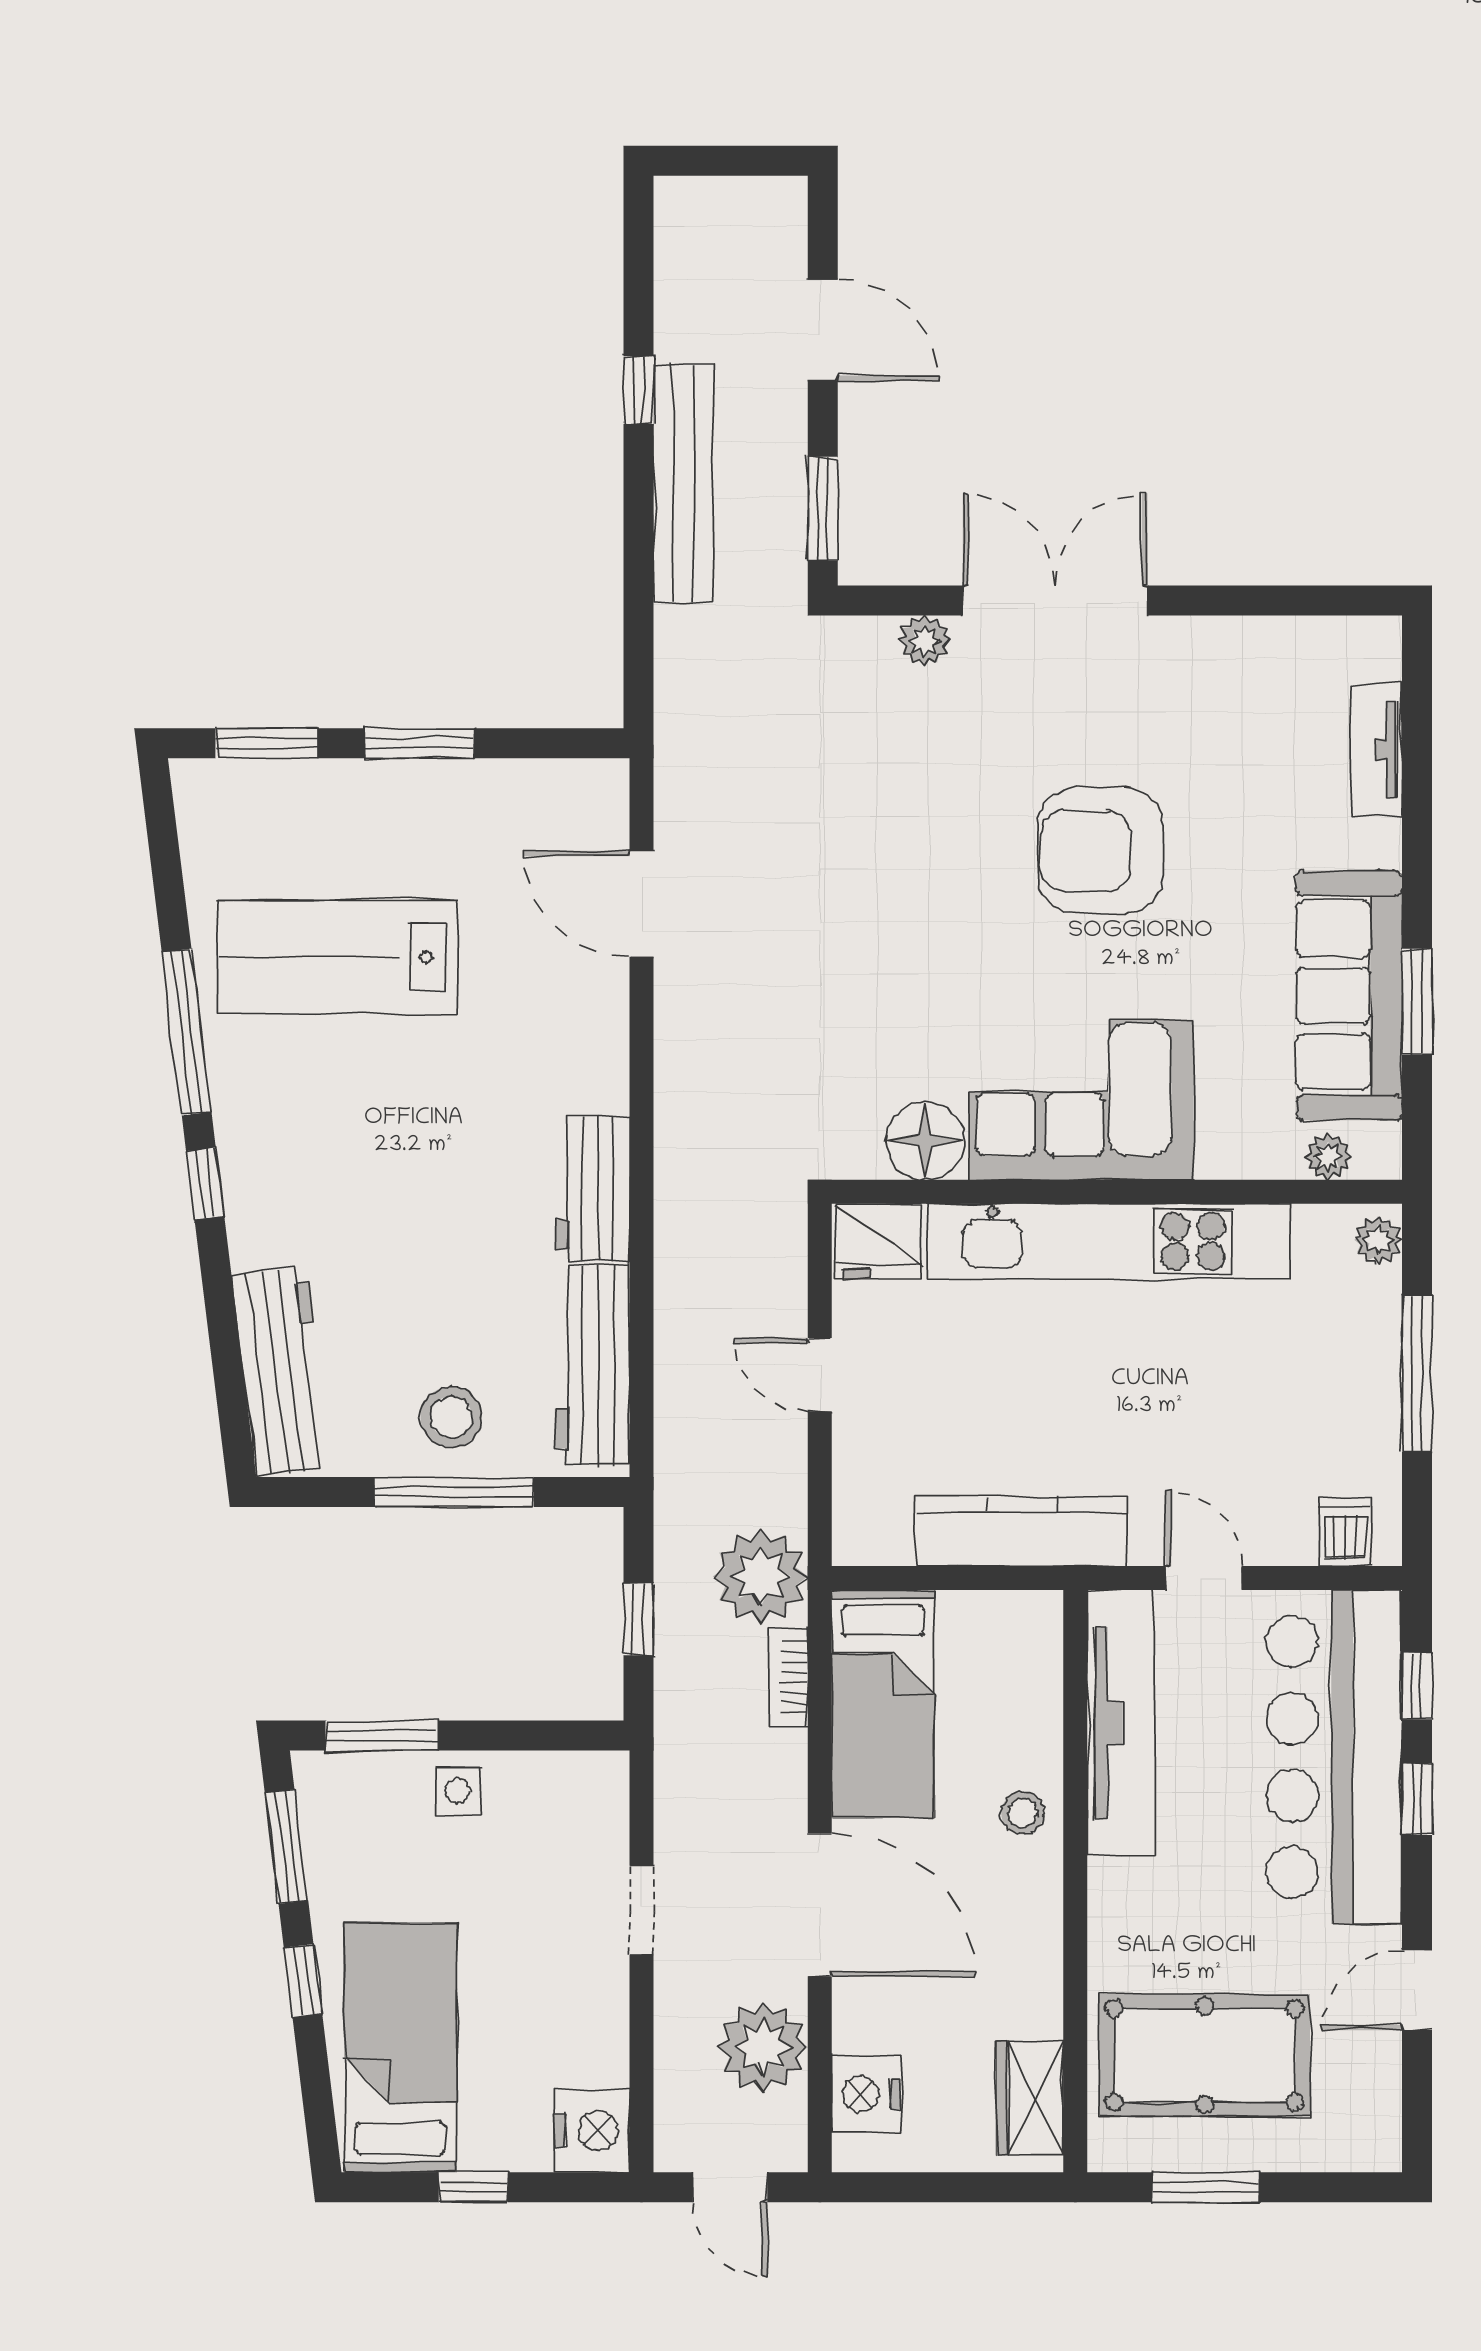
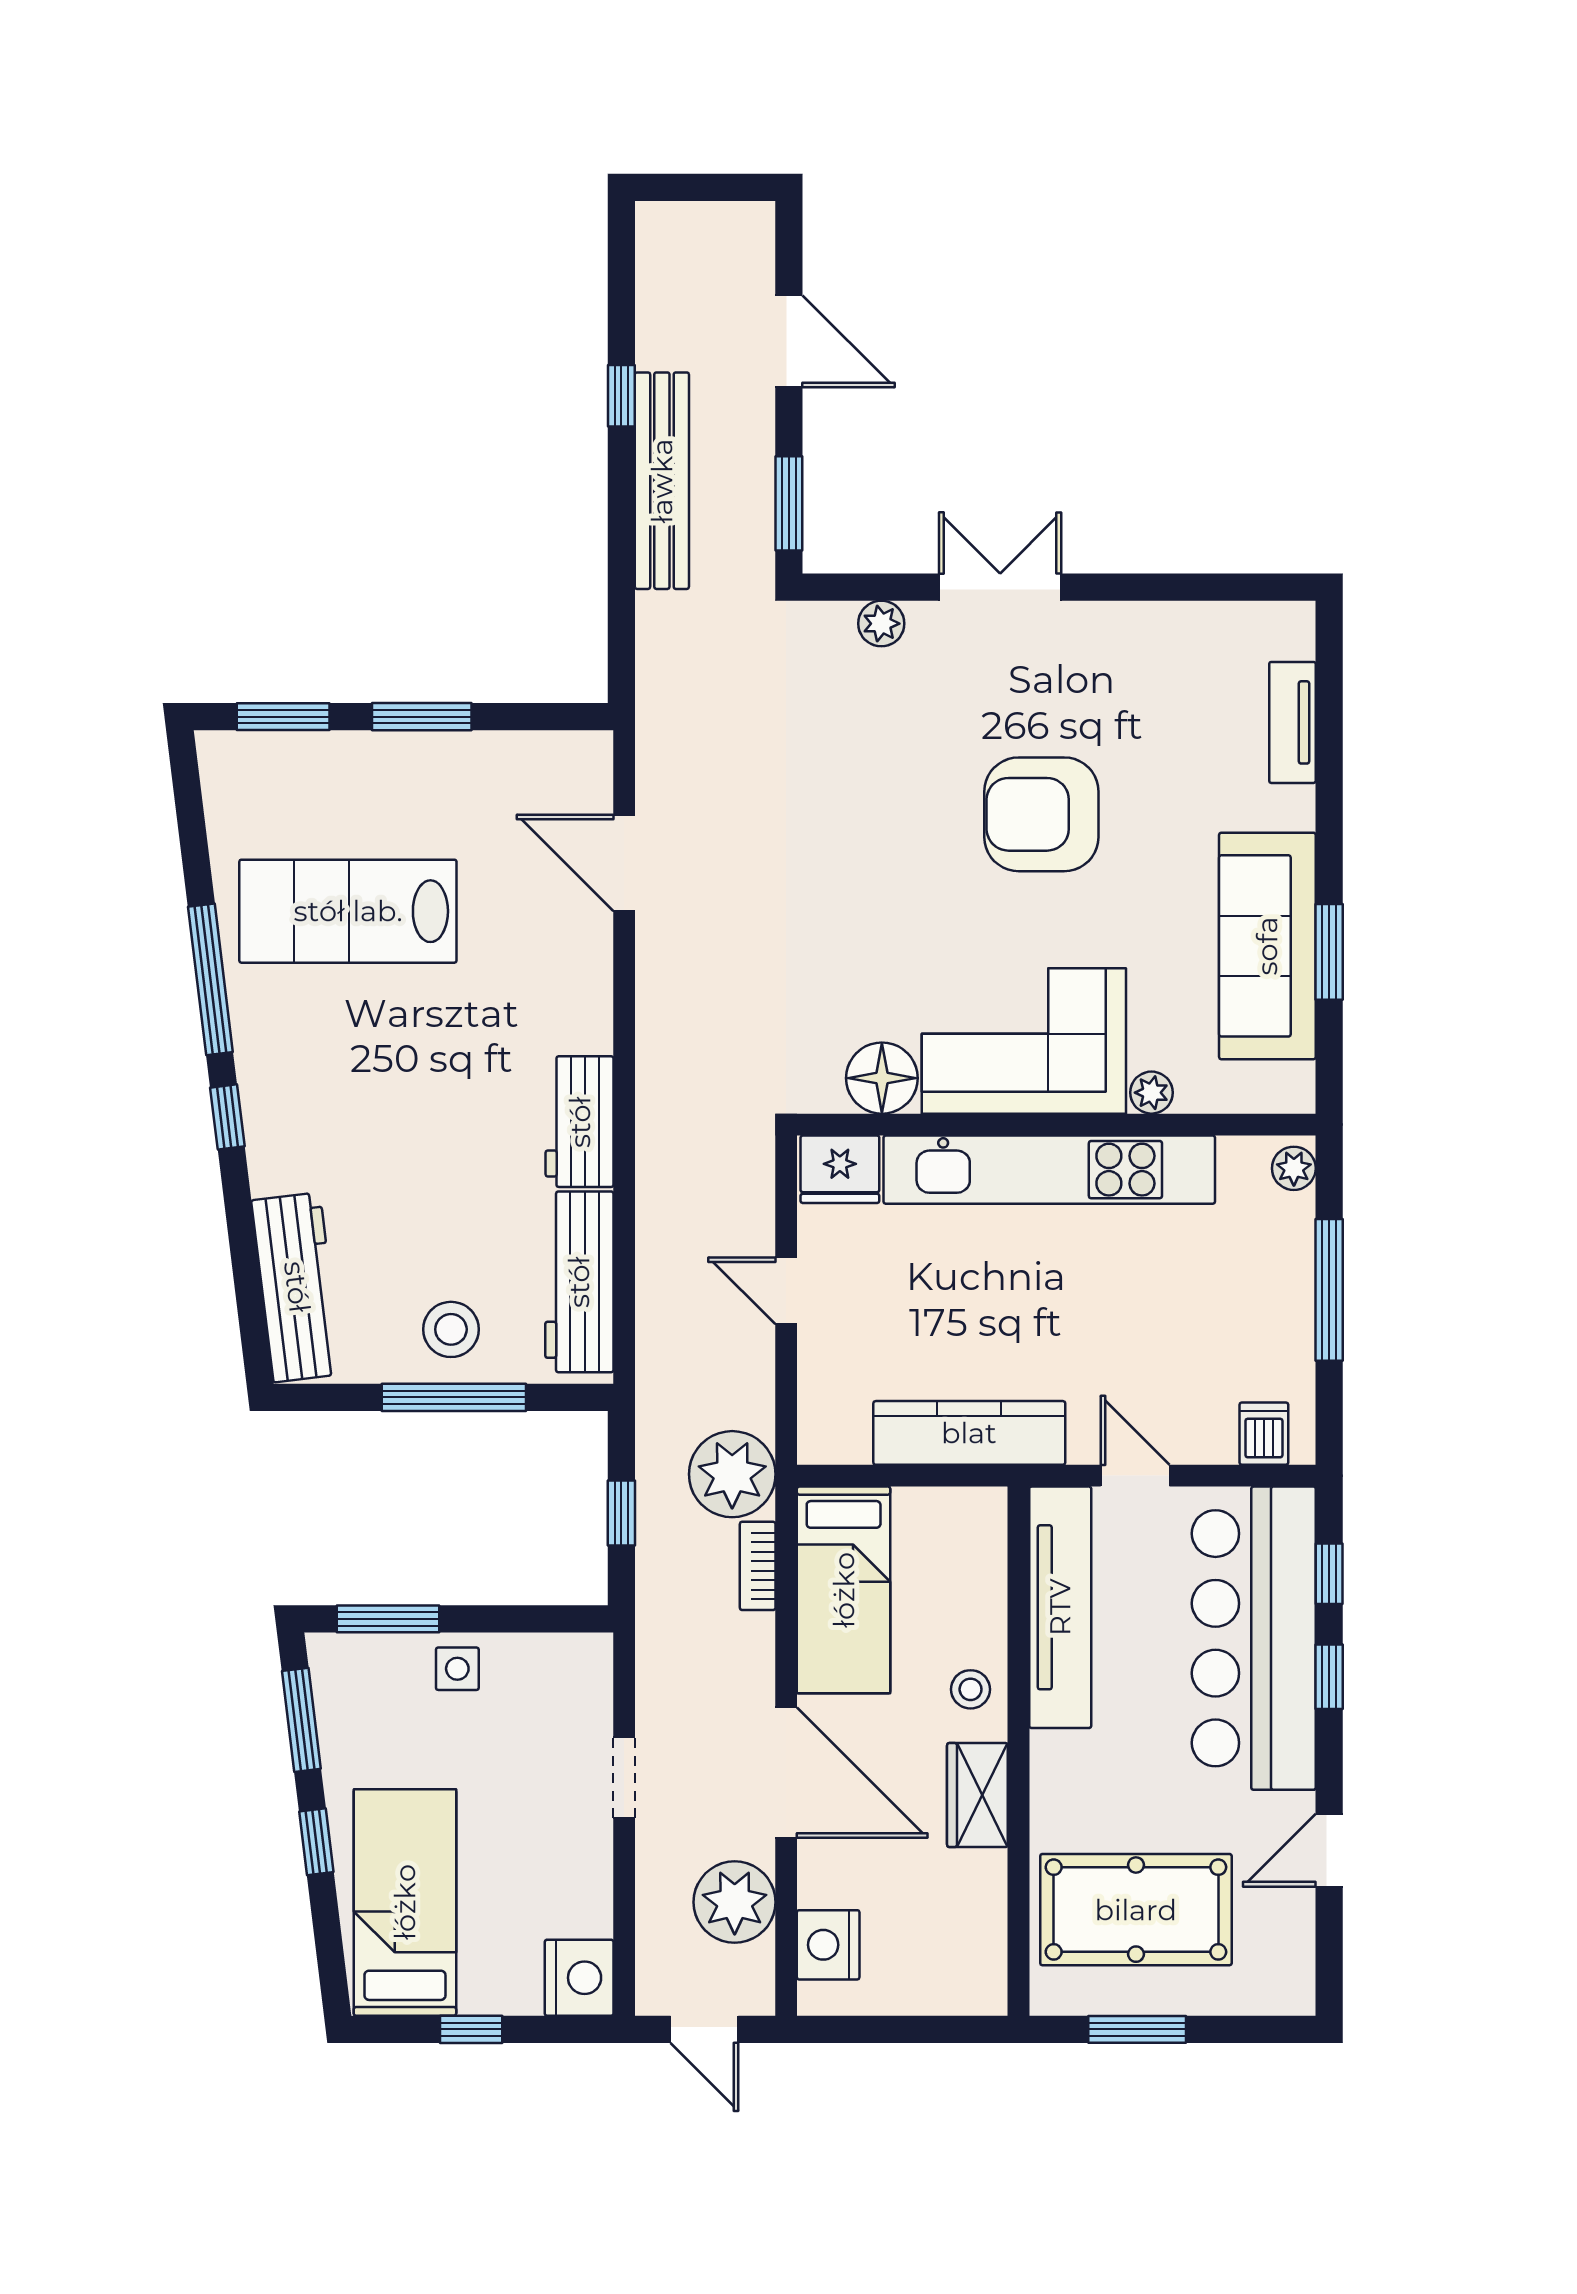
double door: (1055, 601) -> (1000, 587), width x0.73
plant: (1328, 1157) -> (1151, 1093), moved
wardrobe: (1030, 2099) -> (977, 1795), moved

